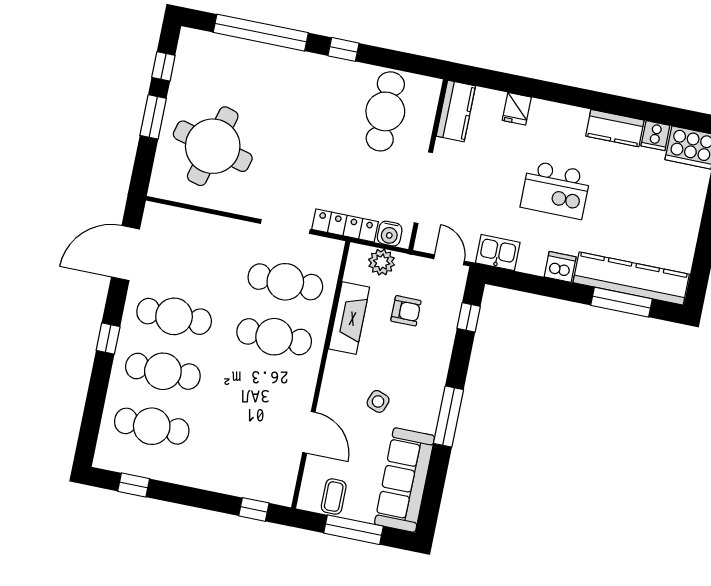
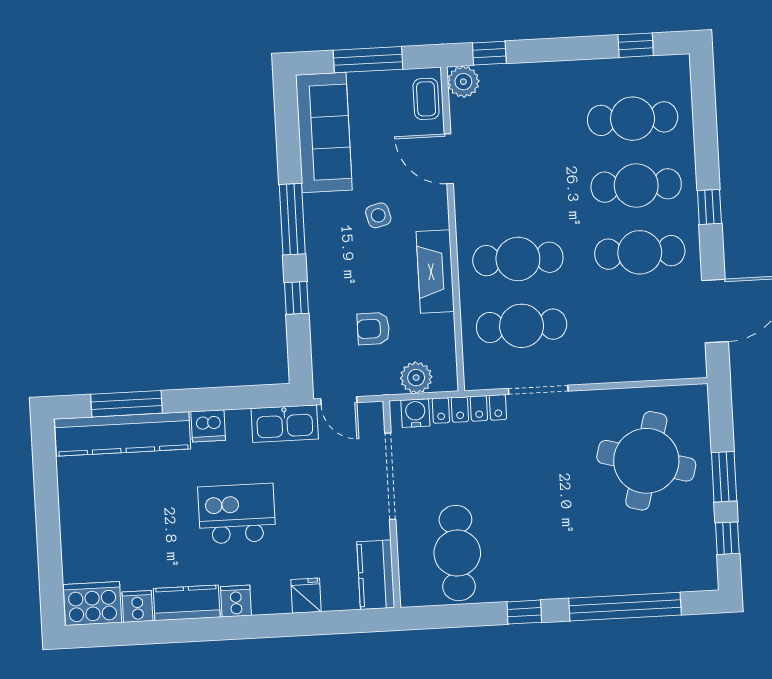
cooker: (575, 119) -> (236, 601), added
kitchen sink: (498, 253) -> (285, 424), width x1.38
window: (469, 317) -> (296, 298), moved
fireplace: (349, 318) -> (435, 272), moved
side table: (378, 401) -> (378, 215), turned -35
plant: (281, 492) -> (463, 82), added
coffee table: (334, 497) -> (426, 99), moved

